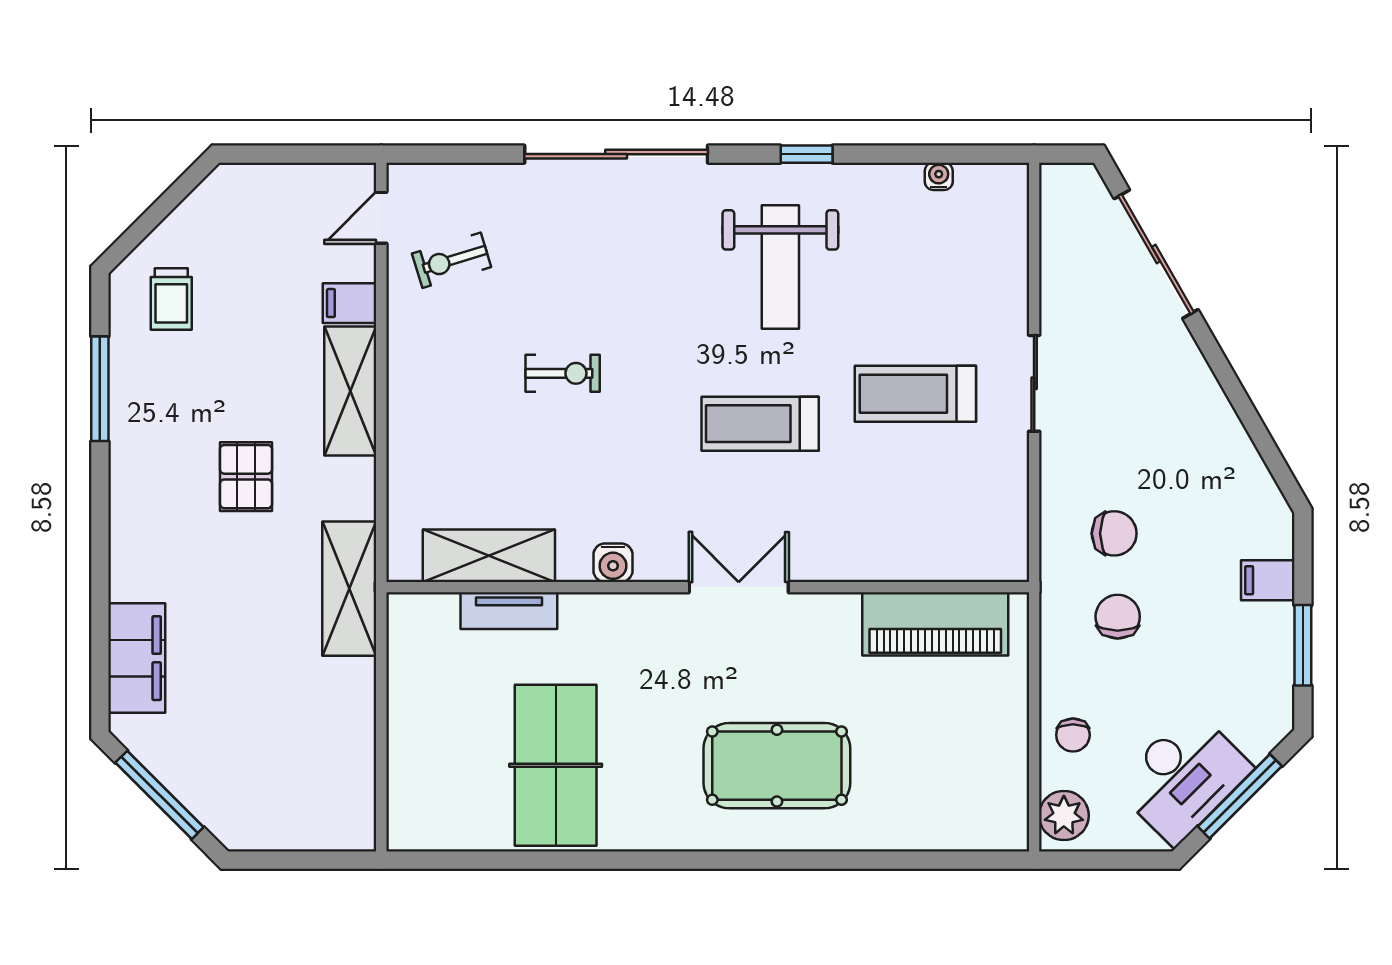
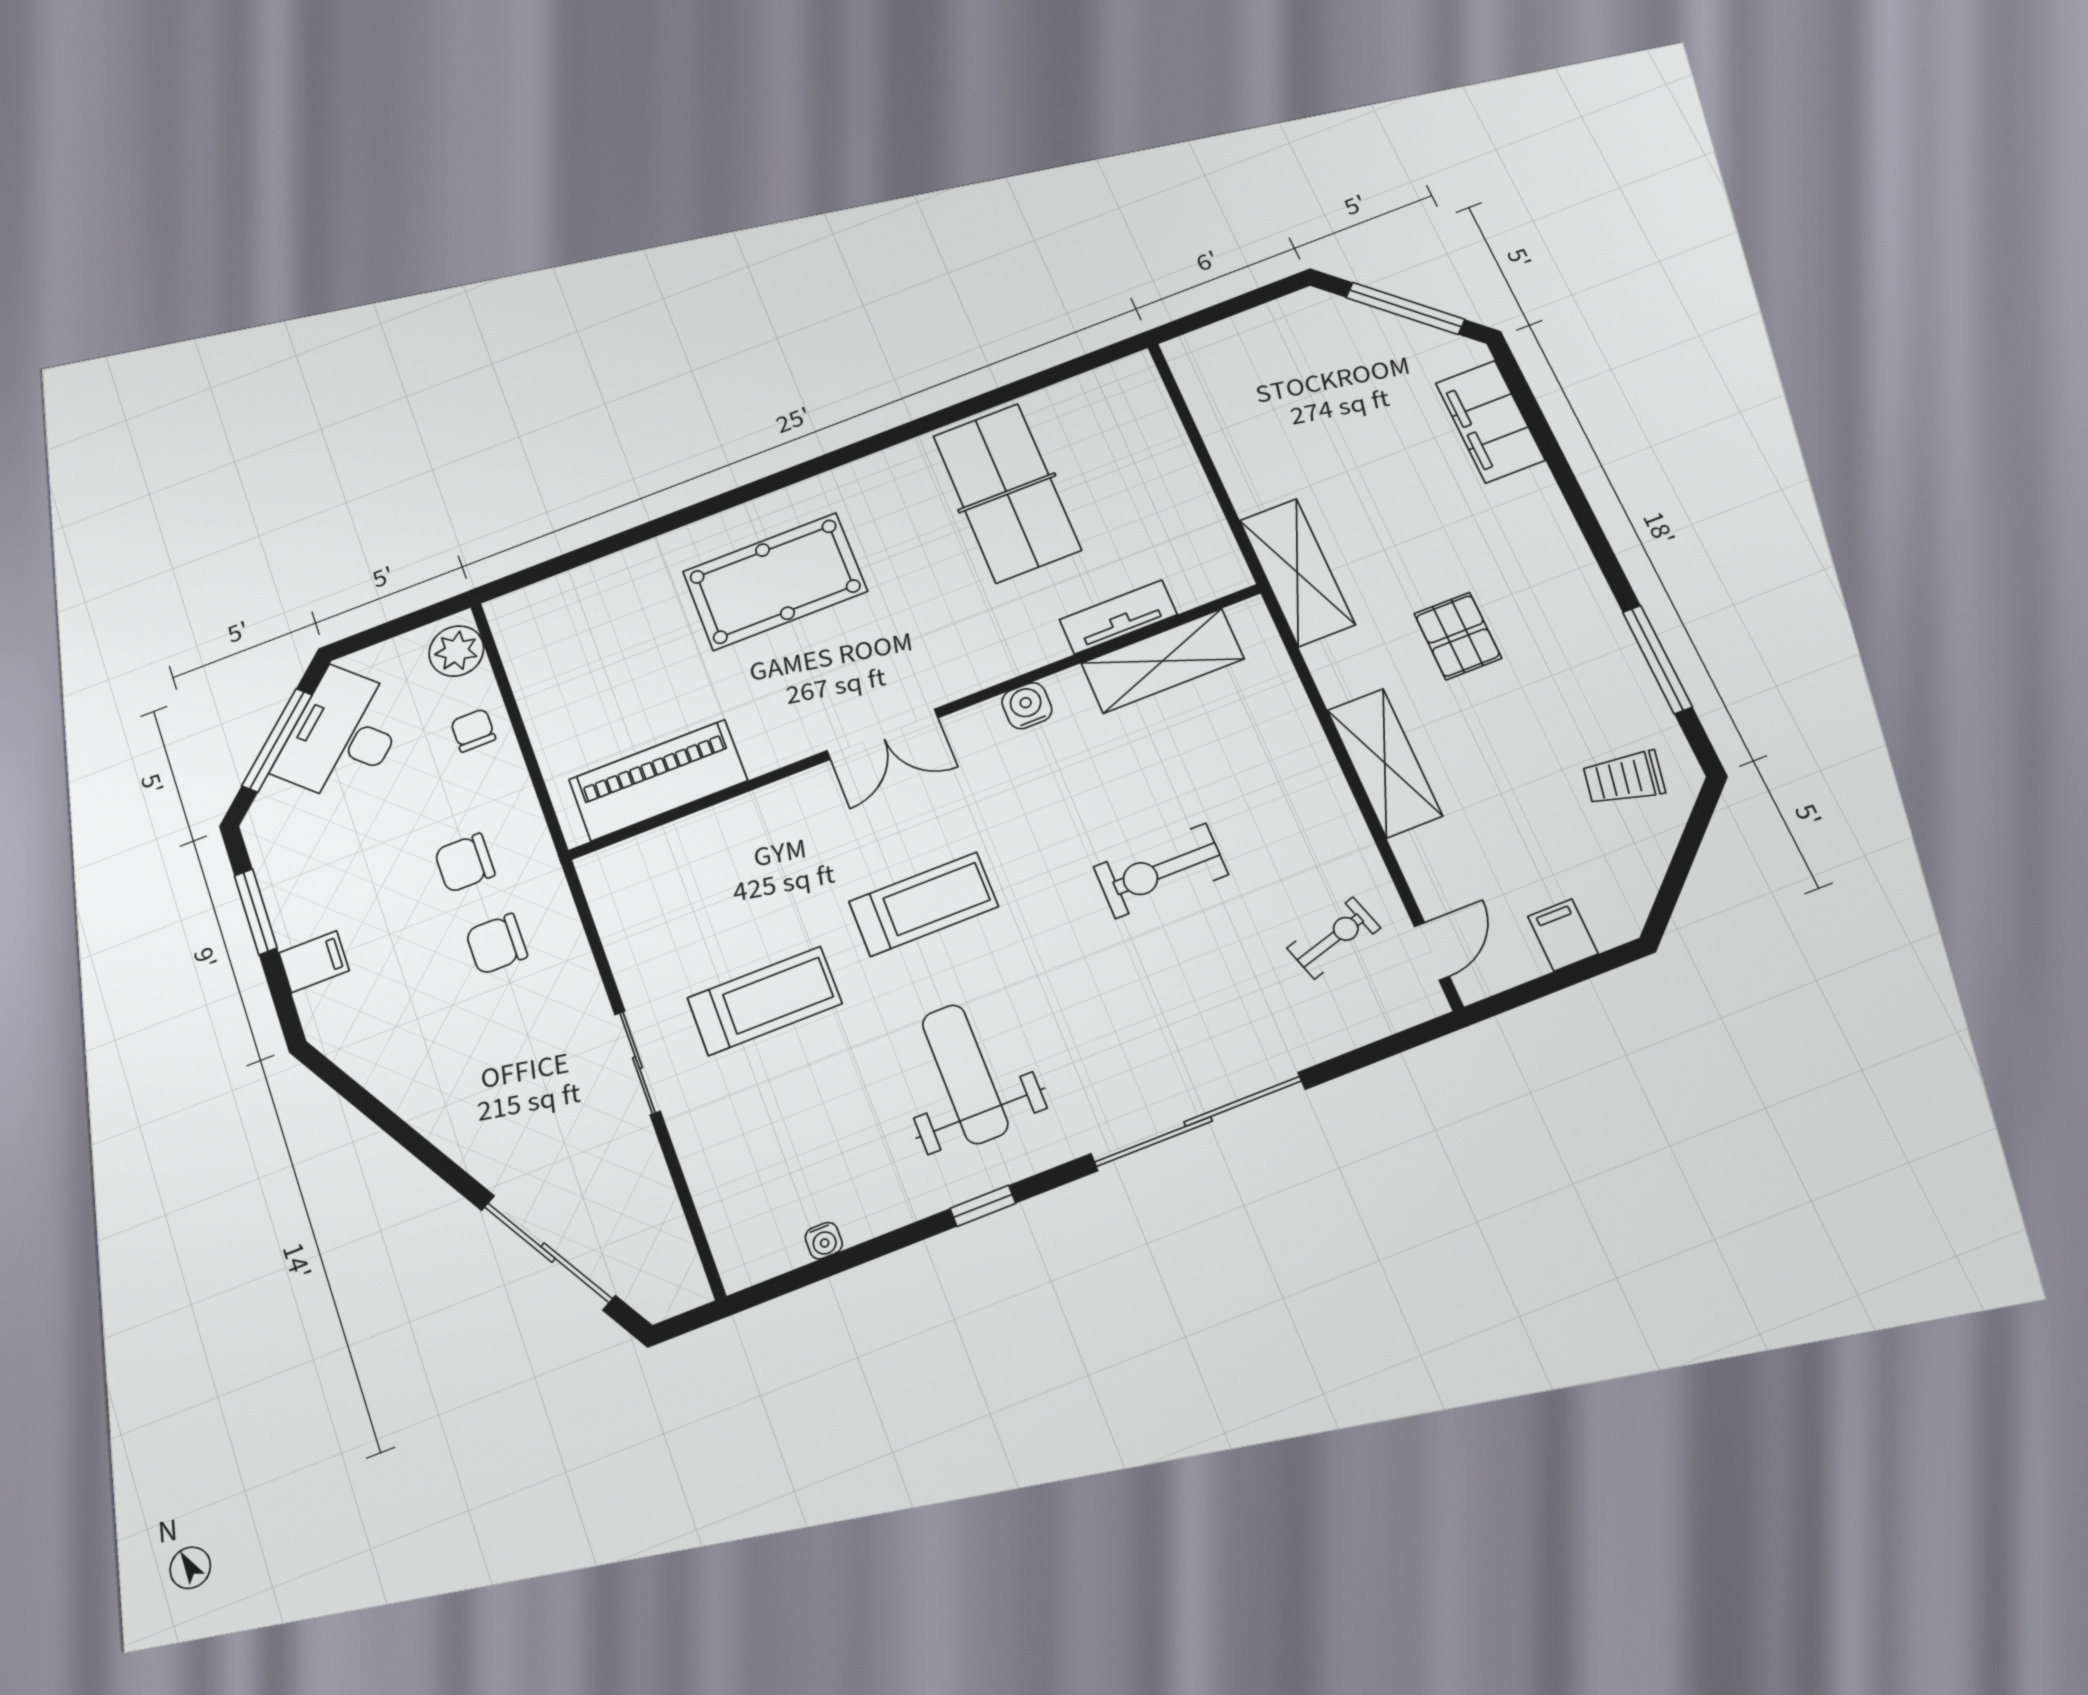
trolley: (171, 299) -> (1624, 778), turned -79
filing cabinet: (350, 303) -> (1563, 935), moved, turned -90
exercise bike: (563, 373) -> (1161, 871), width x1.38, depth x1.39
chair: (1118, 617) -> (465, 863), turned 90

